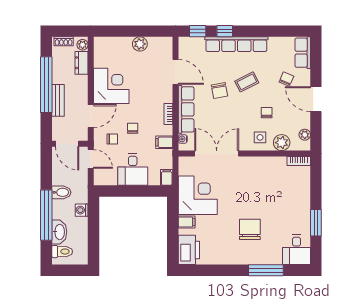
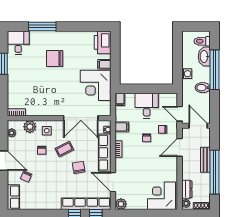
plant: (140, 44) -> (121, 204), moved
row of seats: (236, 44) -> (86, 204), moved
coffee table: (247, 82) -> (64, 149), moved
corner desk: (111, 86) -> (162, 196), moved, turned 90
chair: (250, 229) -> (55, 59), turned 90

